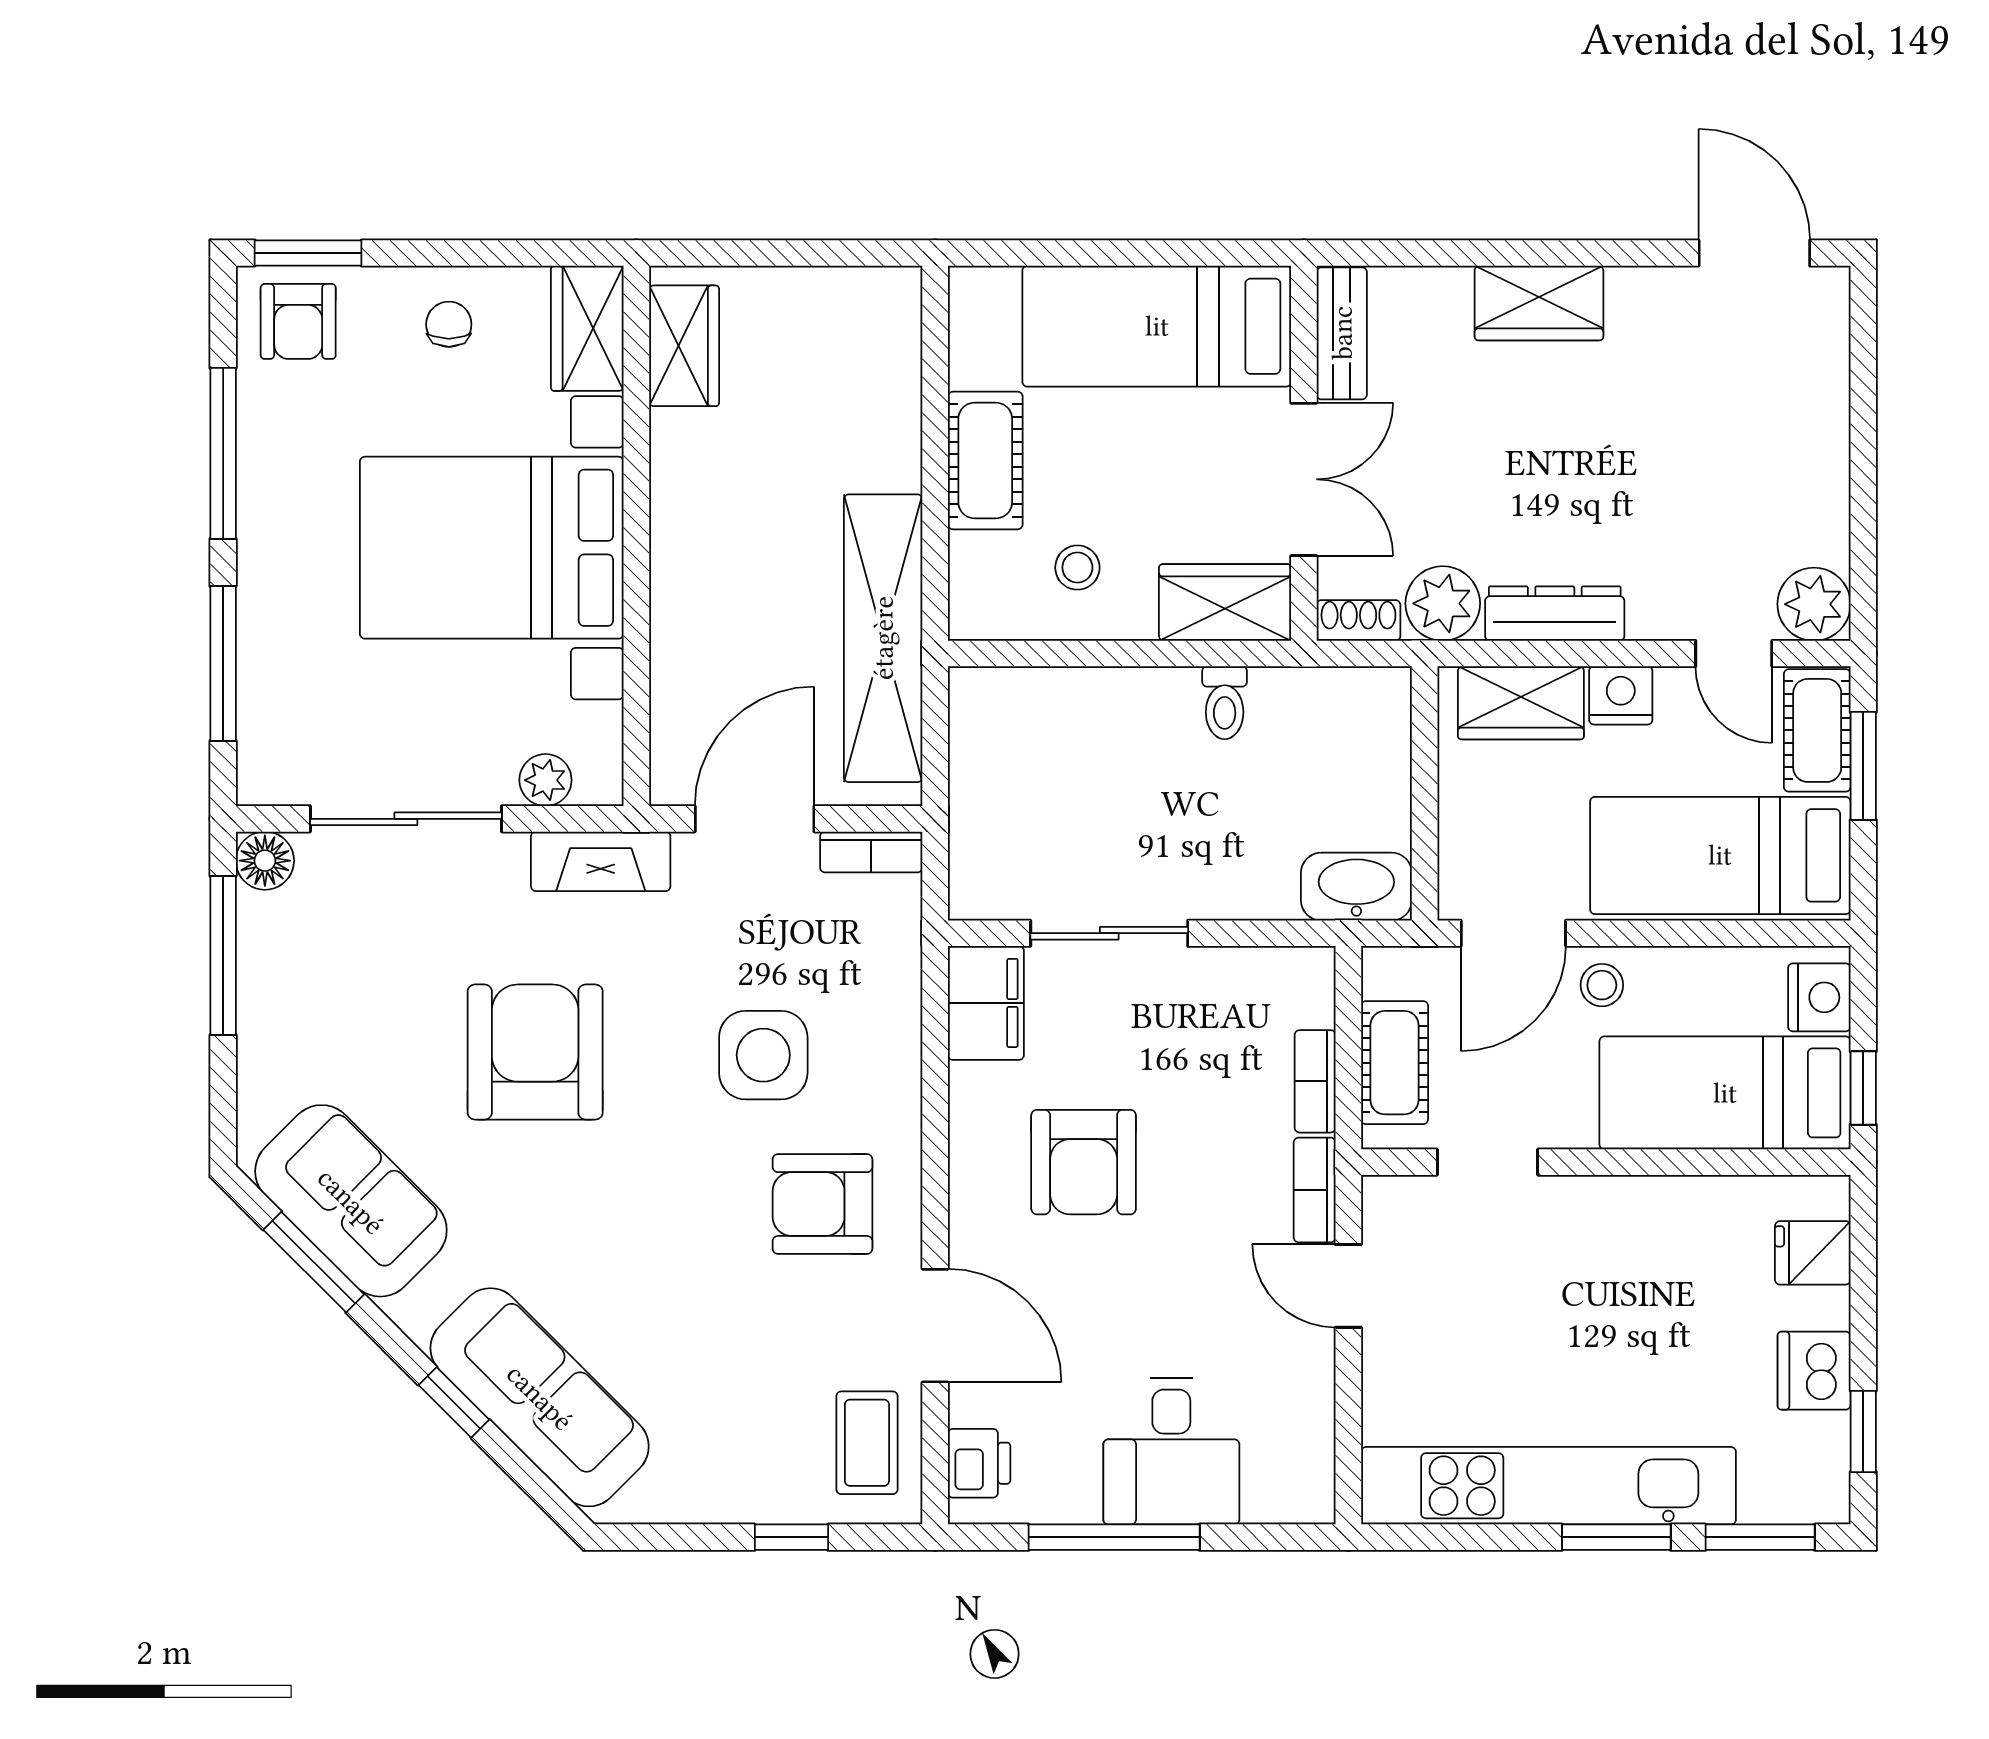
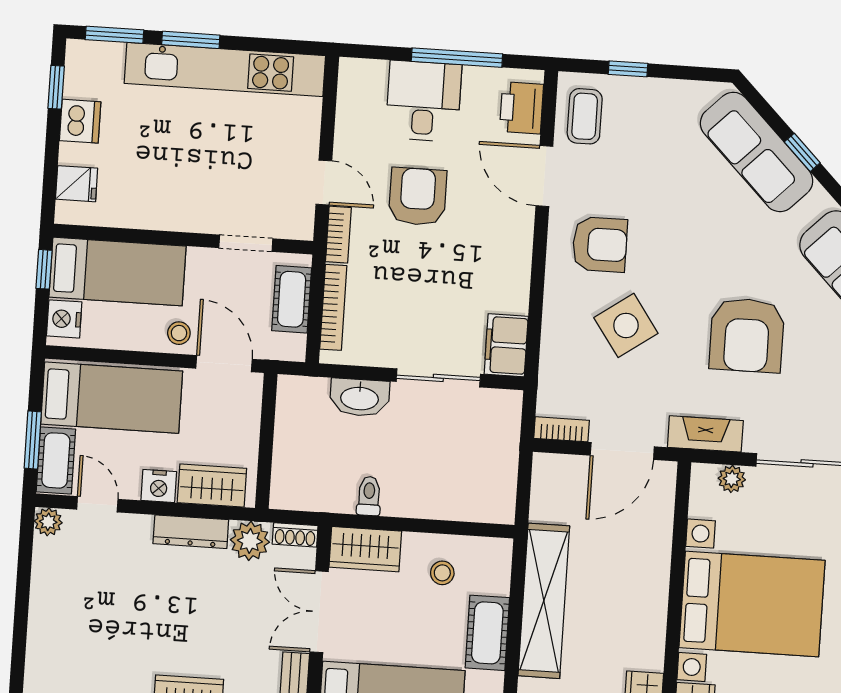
plant: (1814, 604) -> (48, 522), width x0.73, depth x0.73
shelving: (883, 638) -> (544, 601), moved
washbasin: (1356, 887) -> (360, 397), moved
door: (1513, 933) -> (224, 364), hinge flipped
side table: (763, 1055) -> (626, 325), turned -35
bookcase: (1315, 1081) -> (333, 307), width x1.56
armchair: (1084, 1162) -> (418, 197), moved
printer: (979, 1463) -> (521, 108), width x1.36, depth x1.24

